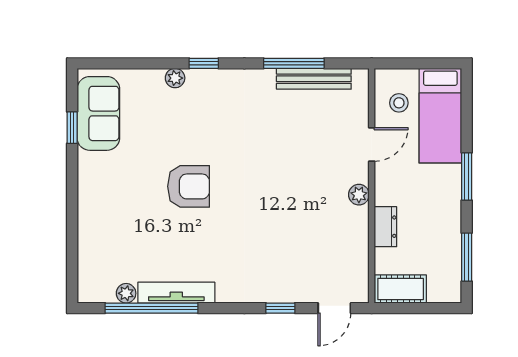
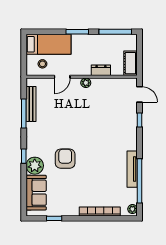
plant: (175, 78) -> (35, 166), width x1.88, depth x1.88
sofa: (98, 113) -> (36, 193), moved, turned 90
door: (372, 144) -> (62, 77), swing flipped
armchair: (189, 186) -> (65, 159), moved
bookcase: (87, 224) -> (100, 211), added
window: (467, 257) -> (115, 32), width x1.44
plant: (126, 293) -> (132, 209), moved

